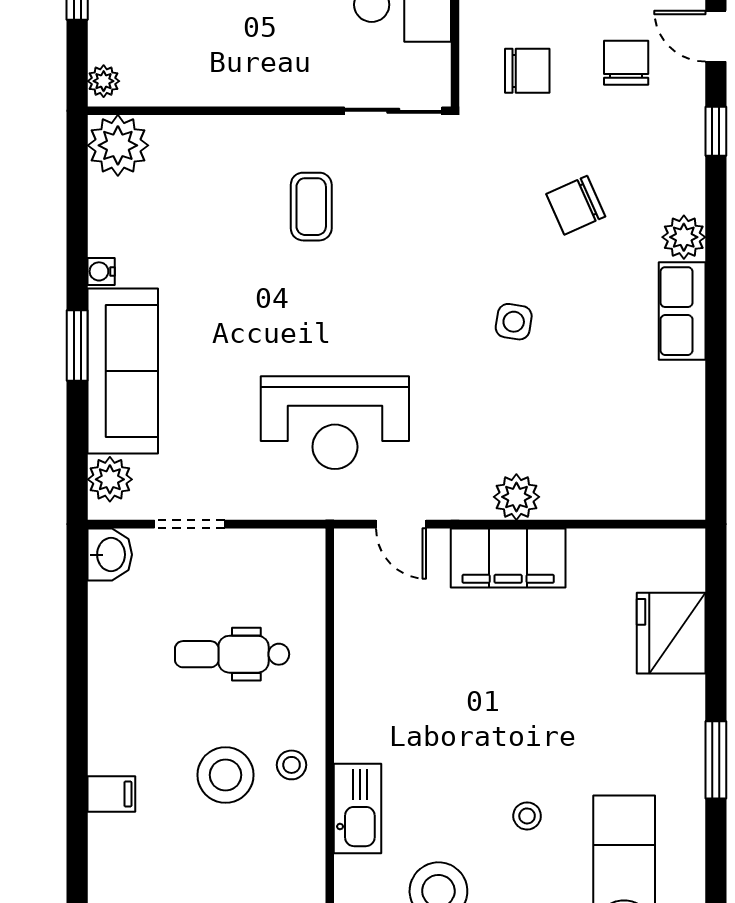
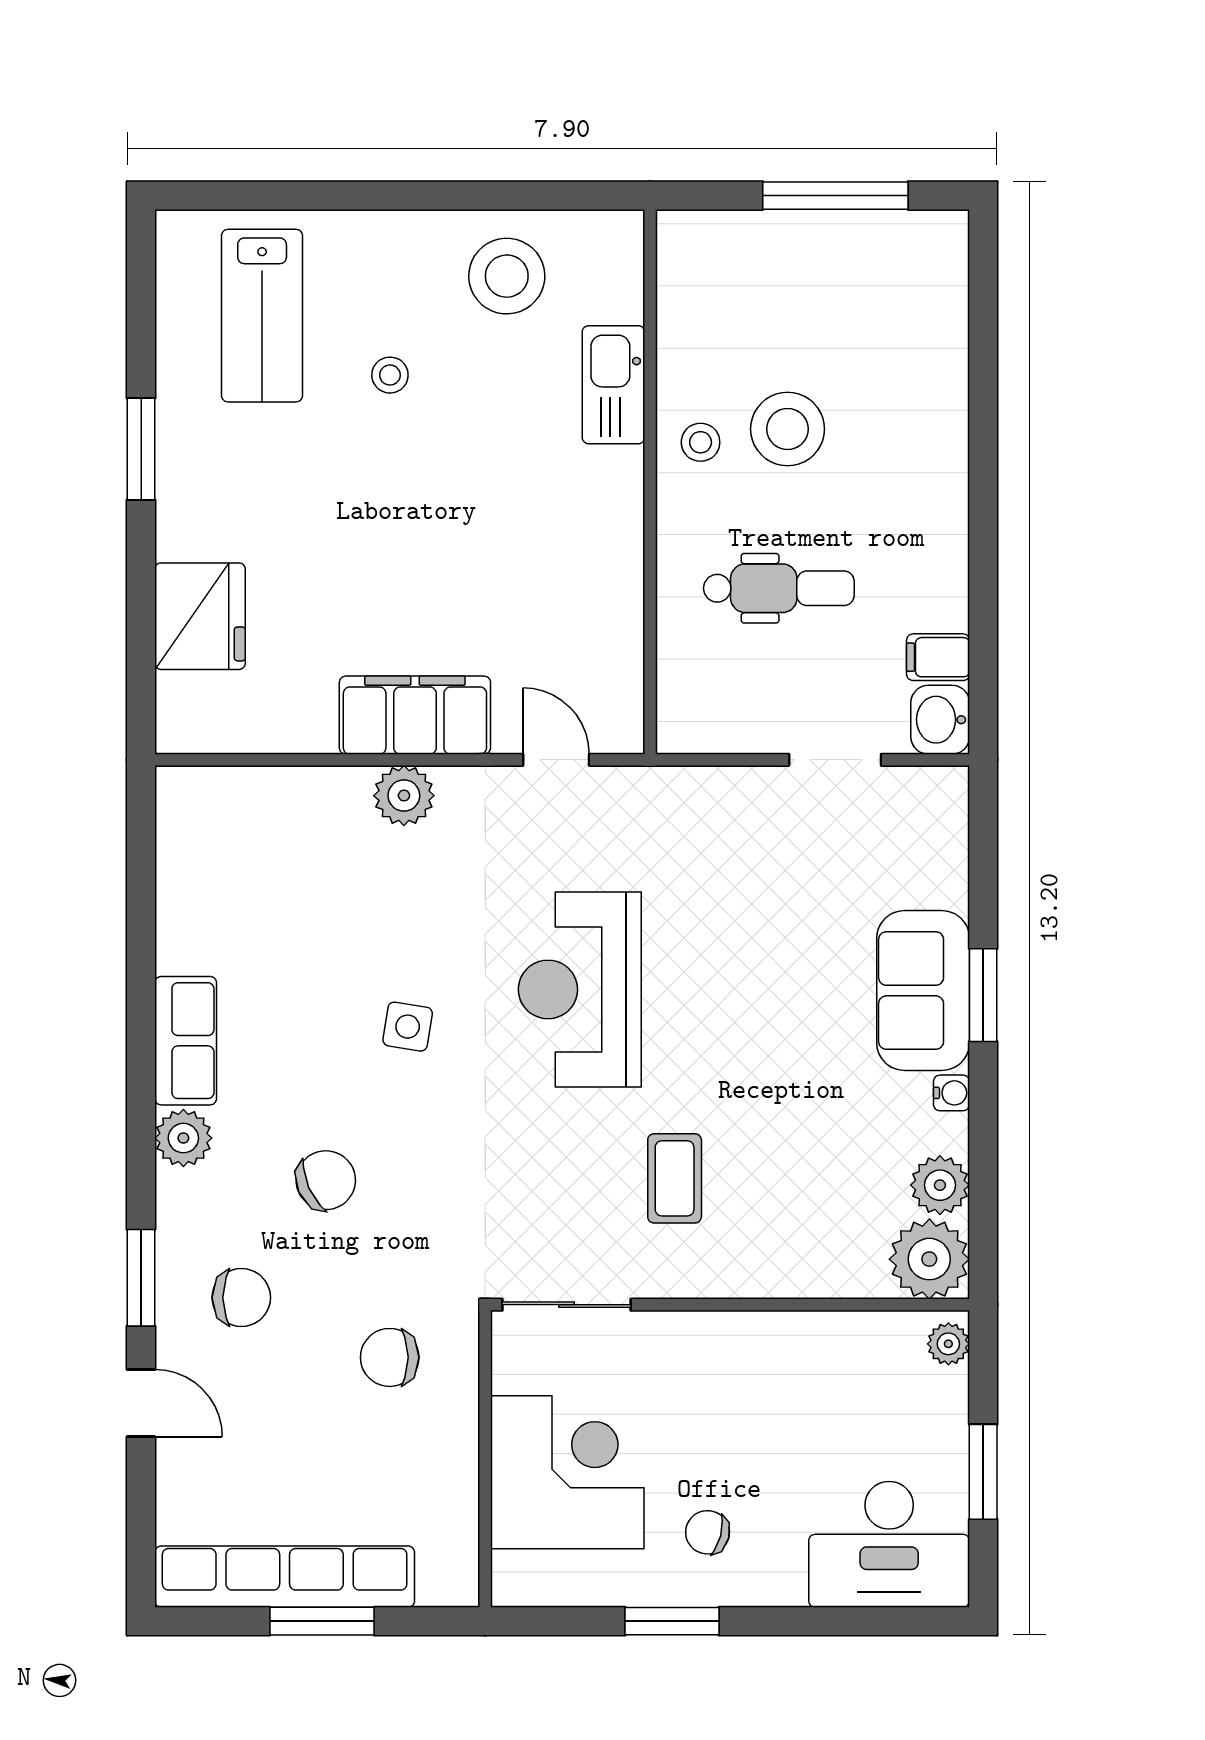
chair: (626, 63) -> (241, 1298), moved, turned -90
window: (716, 131) -> (141, 1278), width x1.50
sofa: (123, 371) -> (923, 991), width x0.73
reception desk: (335, 423) -> (580, 989), moved, turned -90
plant: (110, 479) -> (940, 1185), moved
filing cabinet: (111, 794) -> (938, 657), moved

